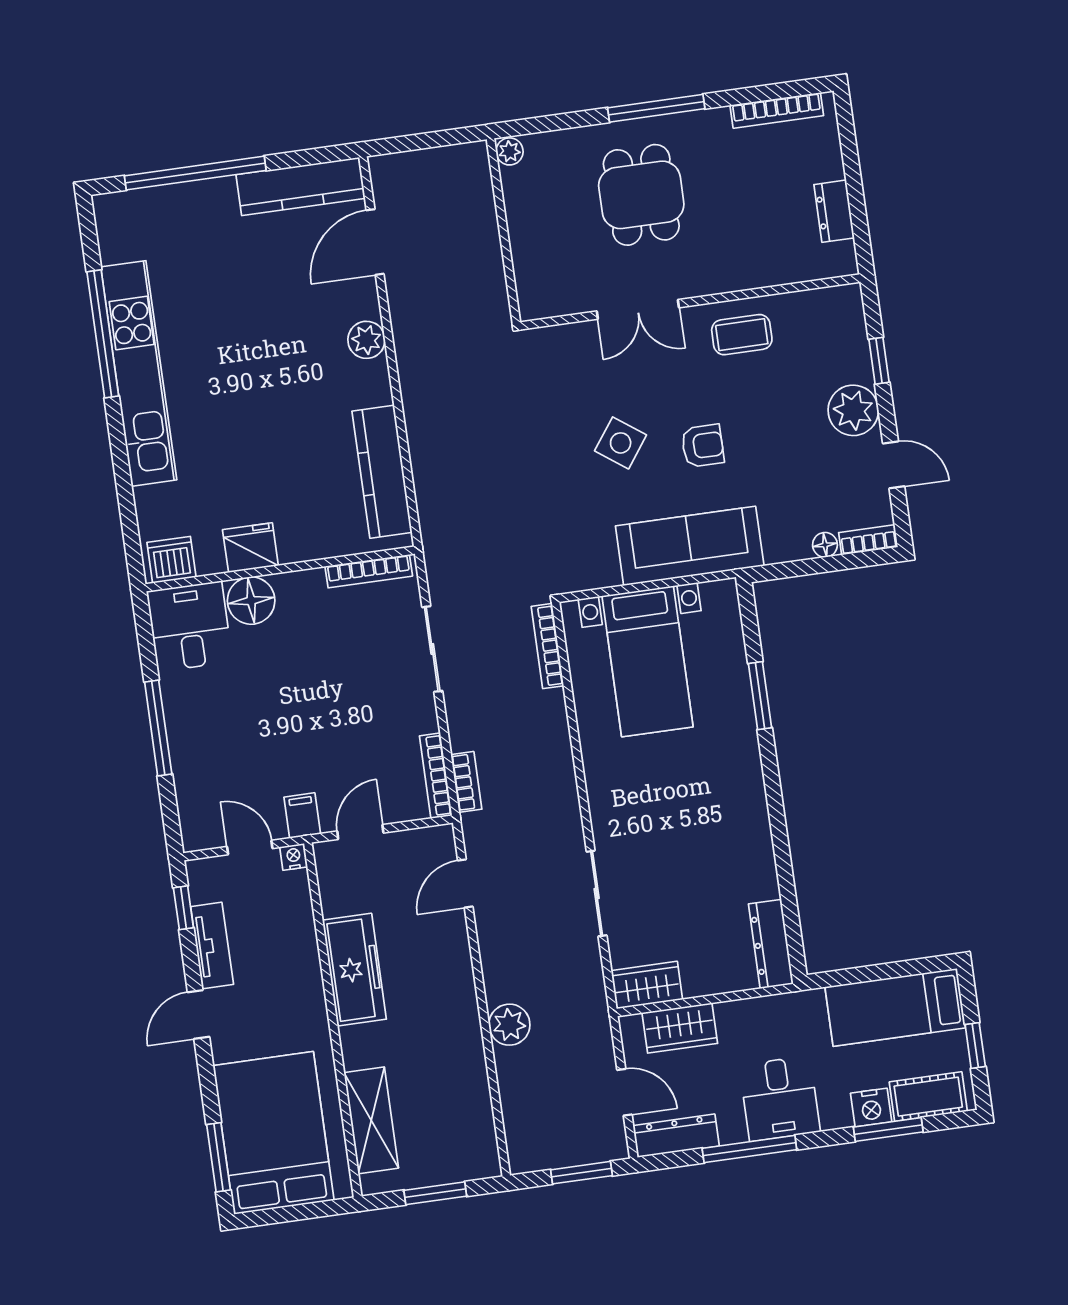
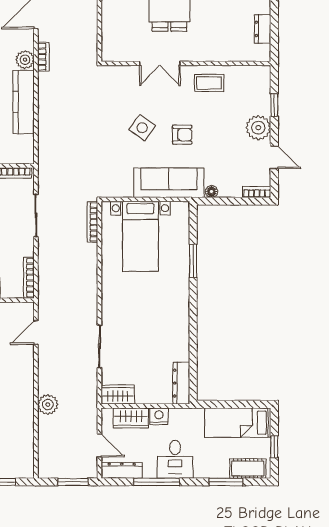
kitchen counter: (382, 472) -> (24, 102), moved
floor lamp: (825, 545) -> (211, 192), moved
bookcase: (466, 782) -> (43, 57), moved
nightstand: (871, 1108) -> (159, 416), moved, turned 180

